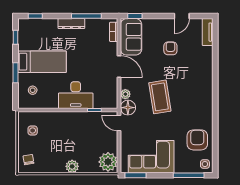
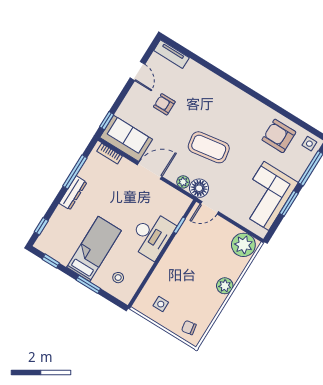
window: (135, 175) -> (289, 203), moved

